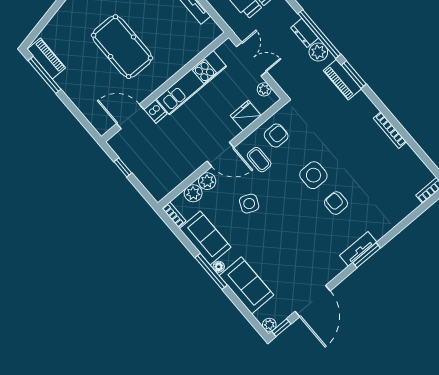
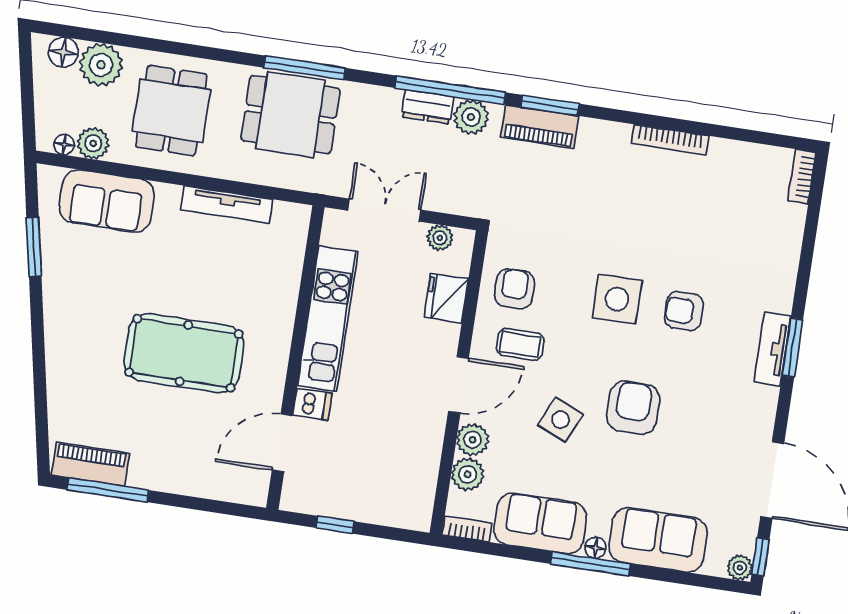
armchair: (282, 224) -> (633, 408), added

